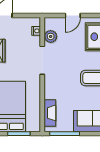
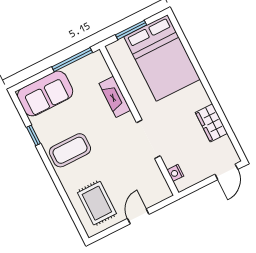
plant: (51, 36) -> (153, 175), removed
fireplace: (50, 113) -> (115, 97), moved

